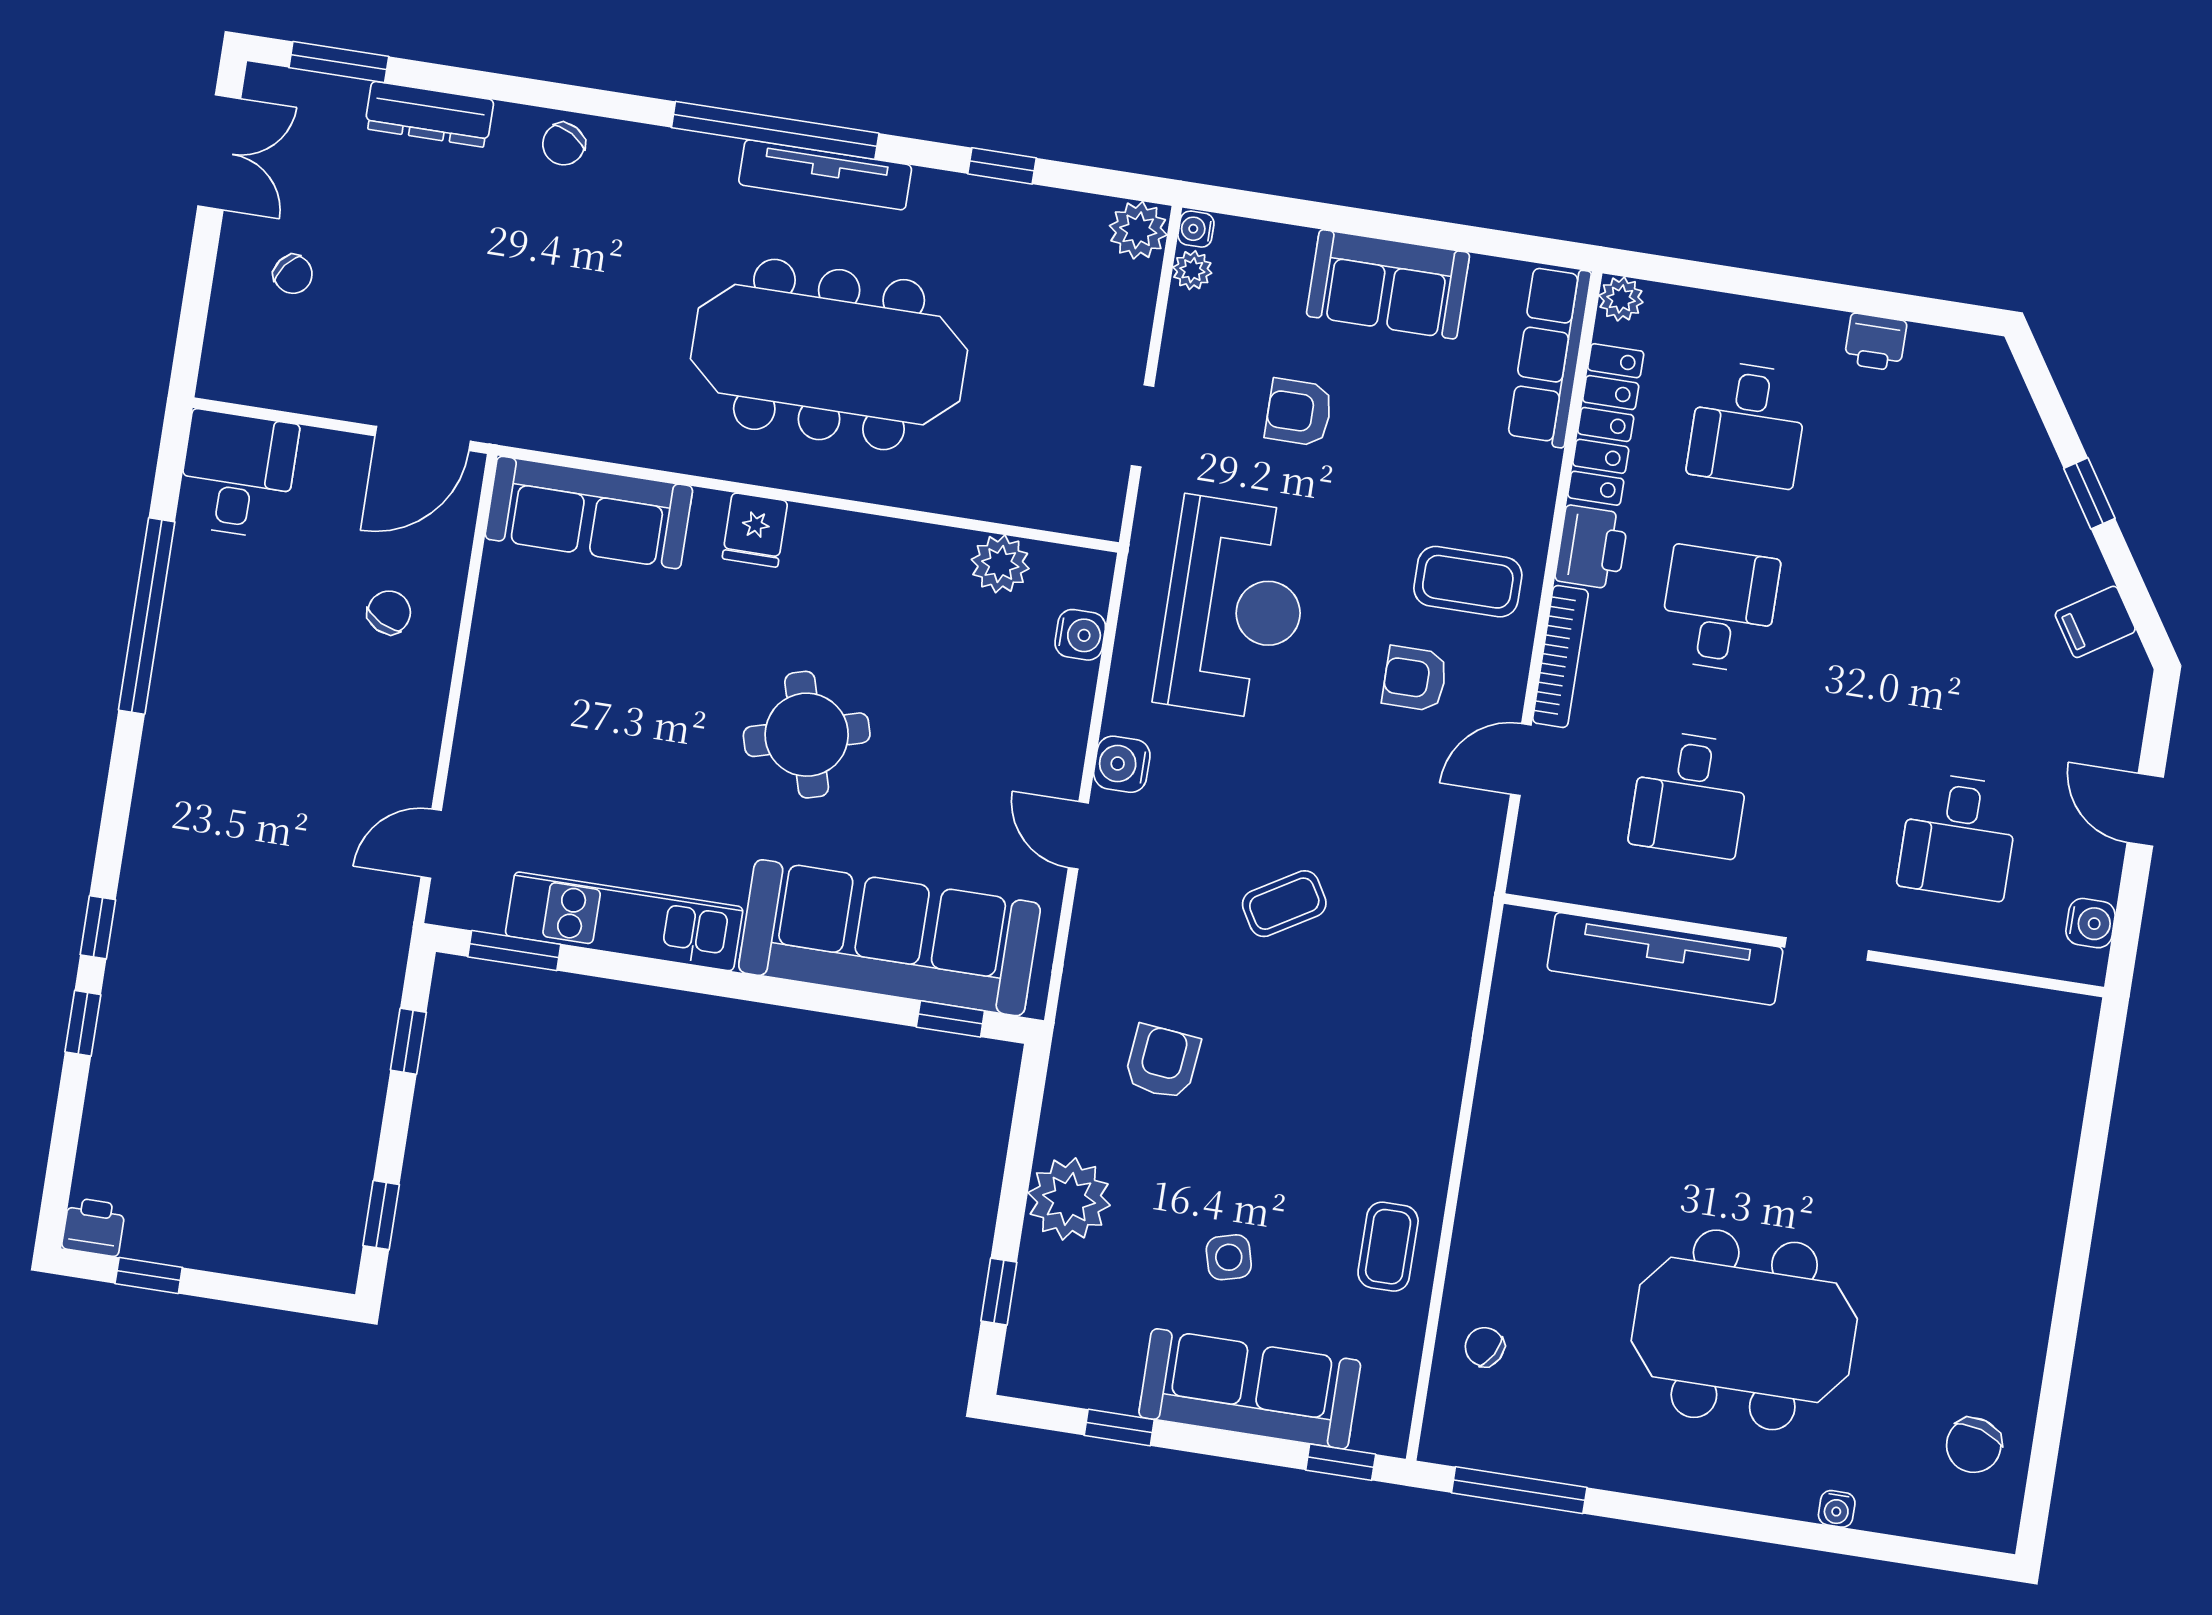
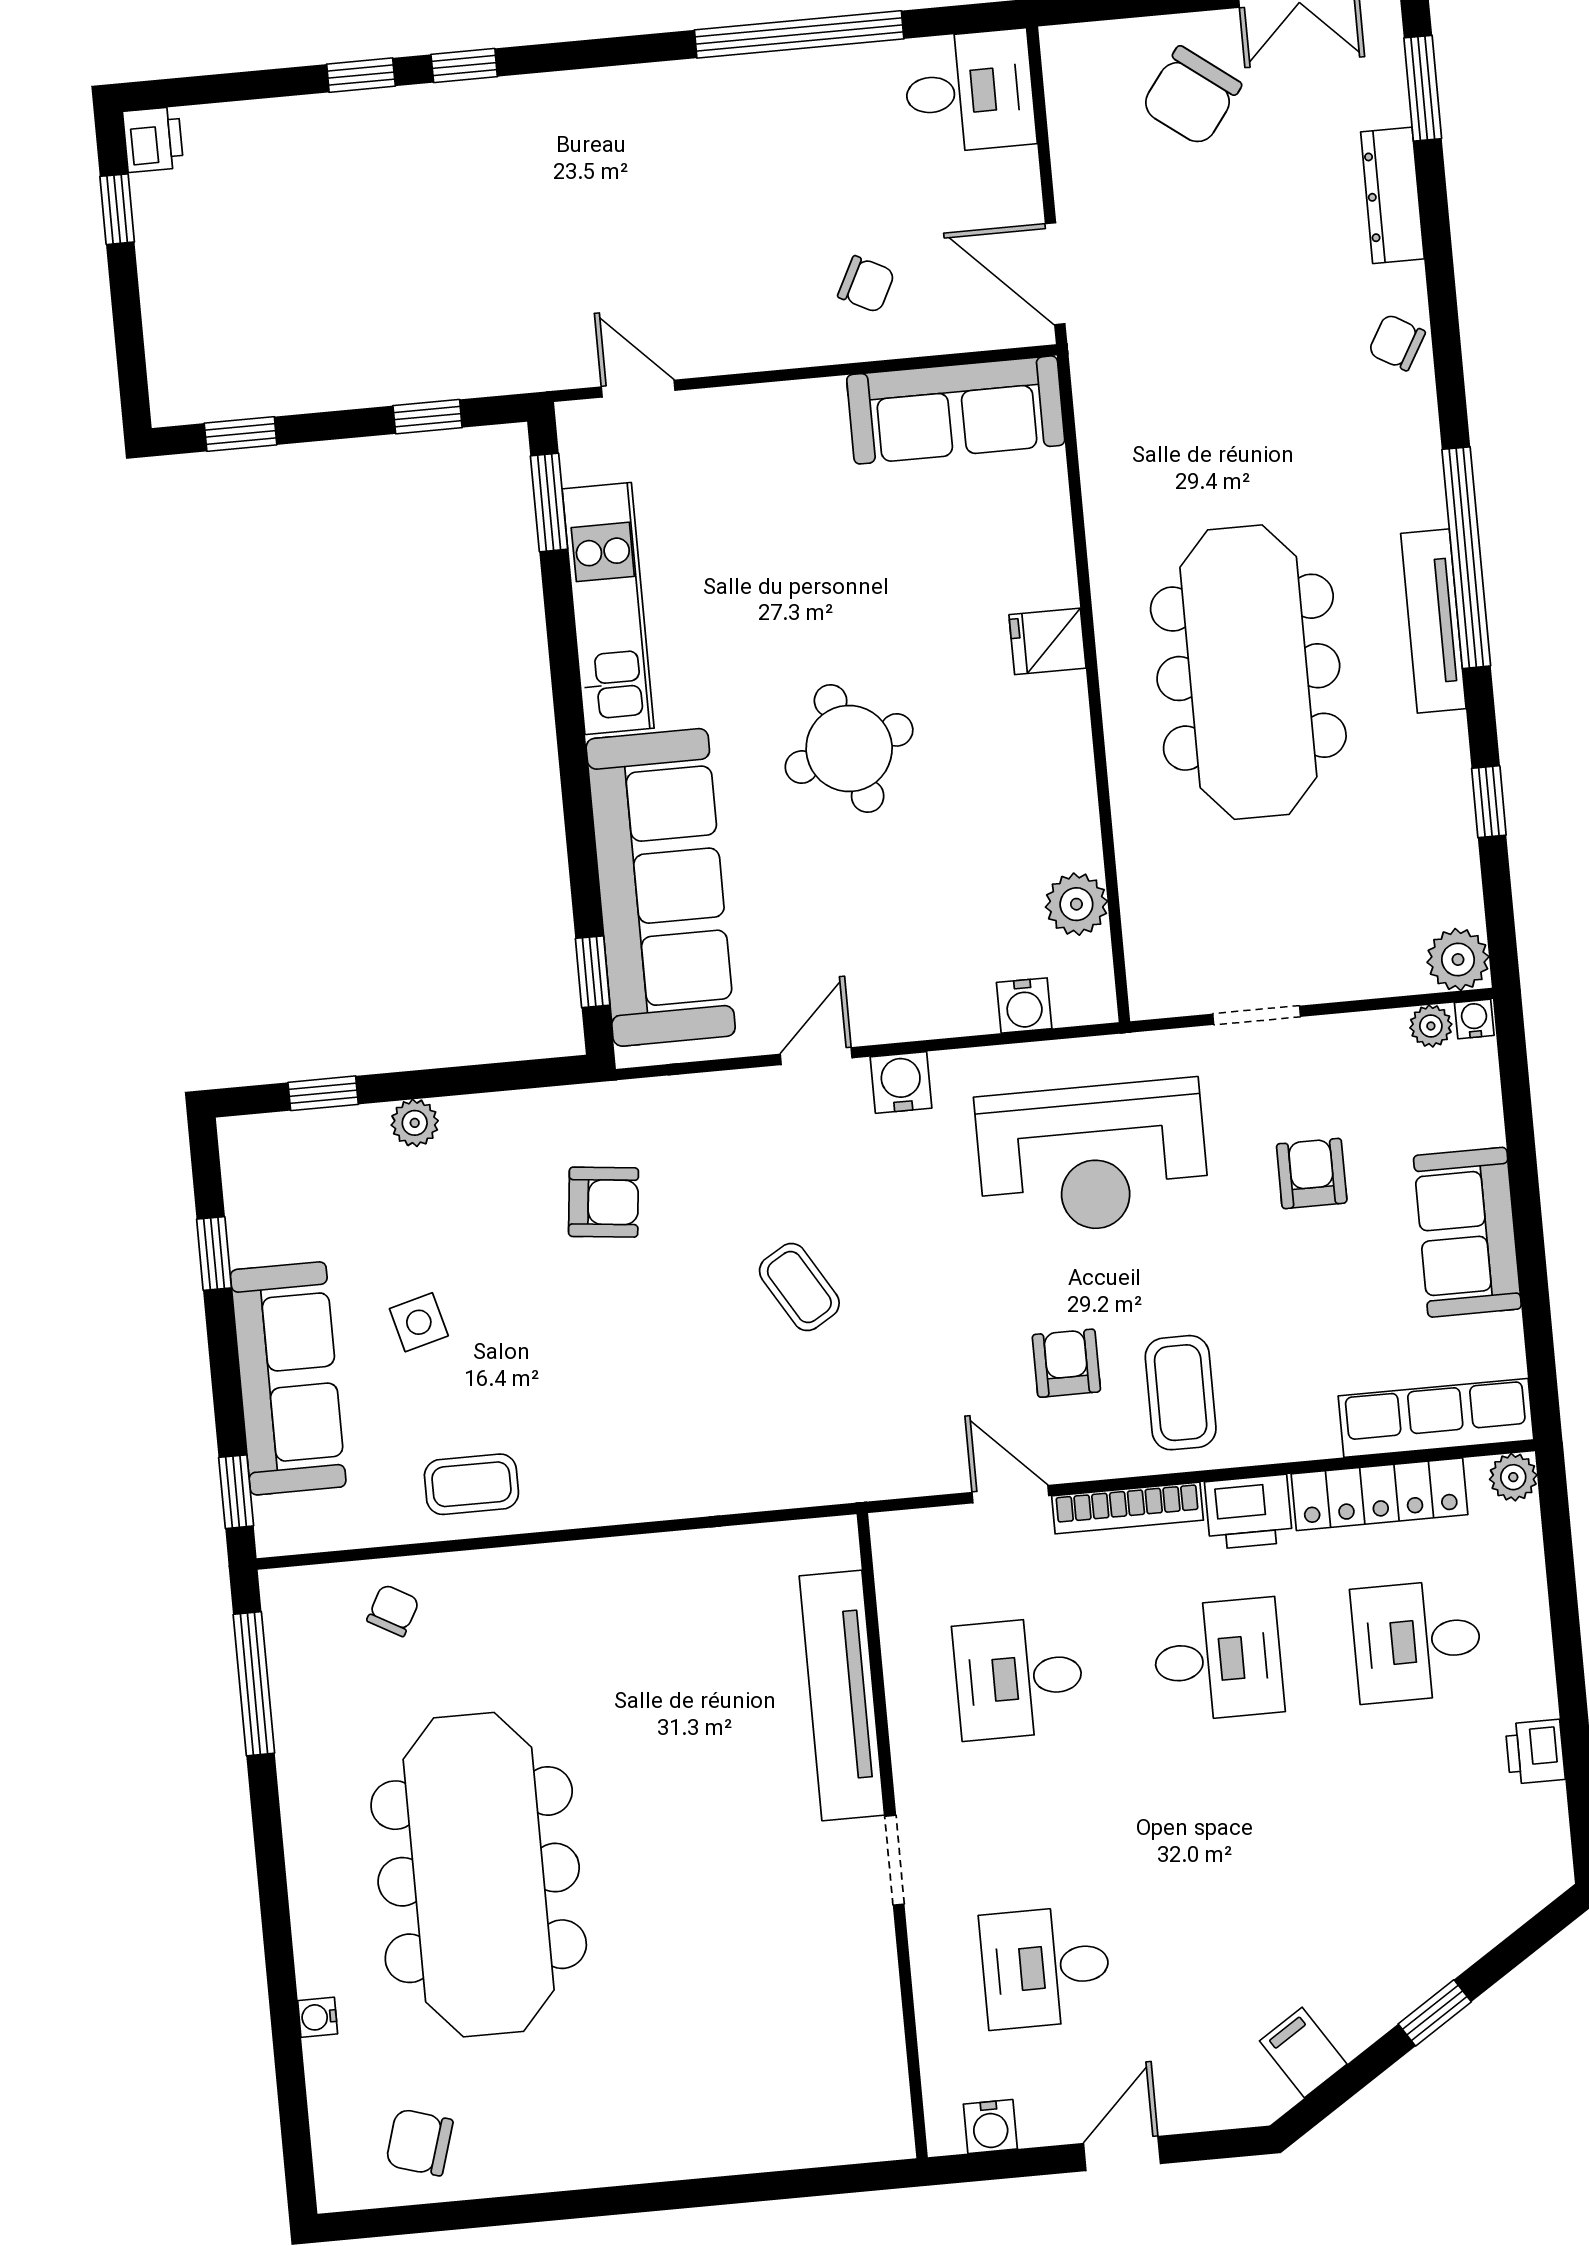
chair: (293, 274) -> (1191, 96), width x1.87, depth x1.87
sofa: (589, 513) -> (956, 410), moved, turned -90
plant: (1069, 1199) -> (415, 1123), width x0.53, depth x0.53
meeting table: (1744, 1330) -> (479, 1875), width x1.36

